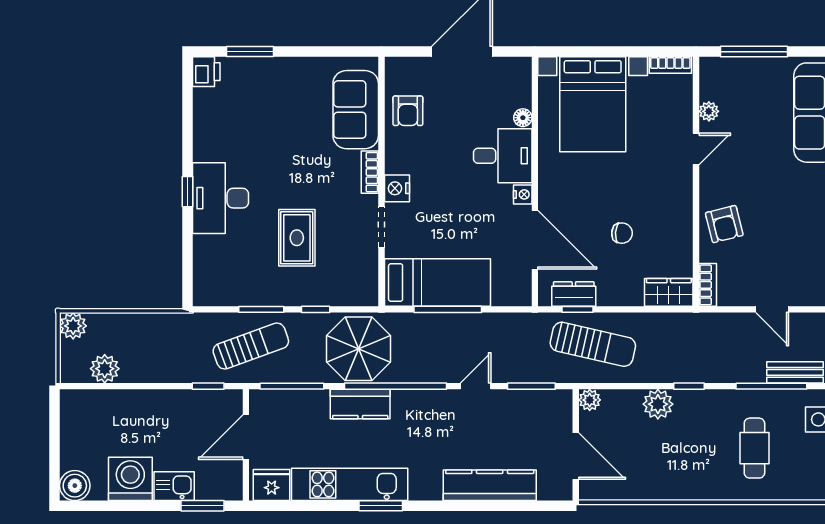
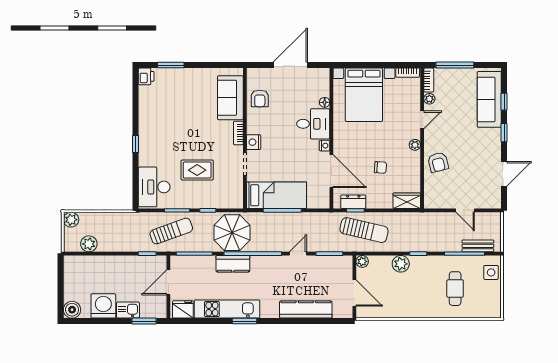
plant: (683, 193) -> (415, 145), added
desk: (221, 198) -> (154, 187), moved
rug: (297, 238) -> (197, 170), turned 90
bookcase: (708, 285) -> (429, 80), moved

